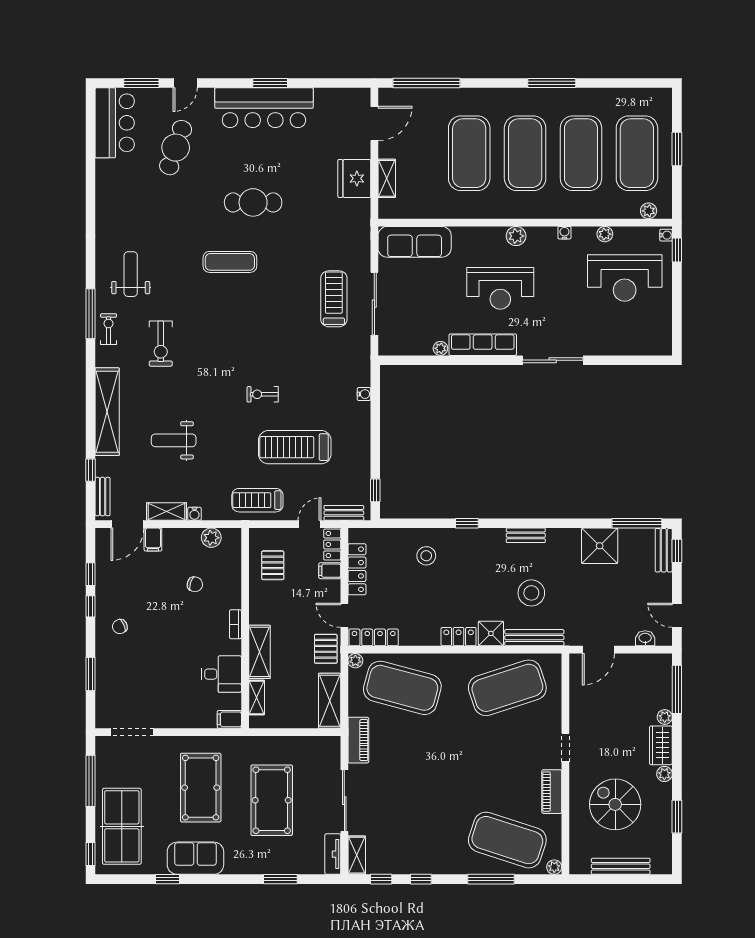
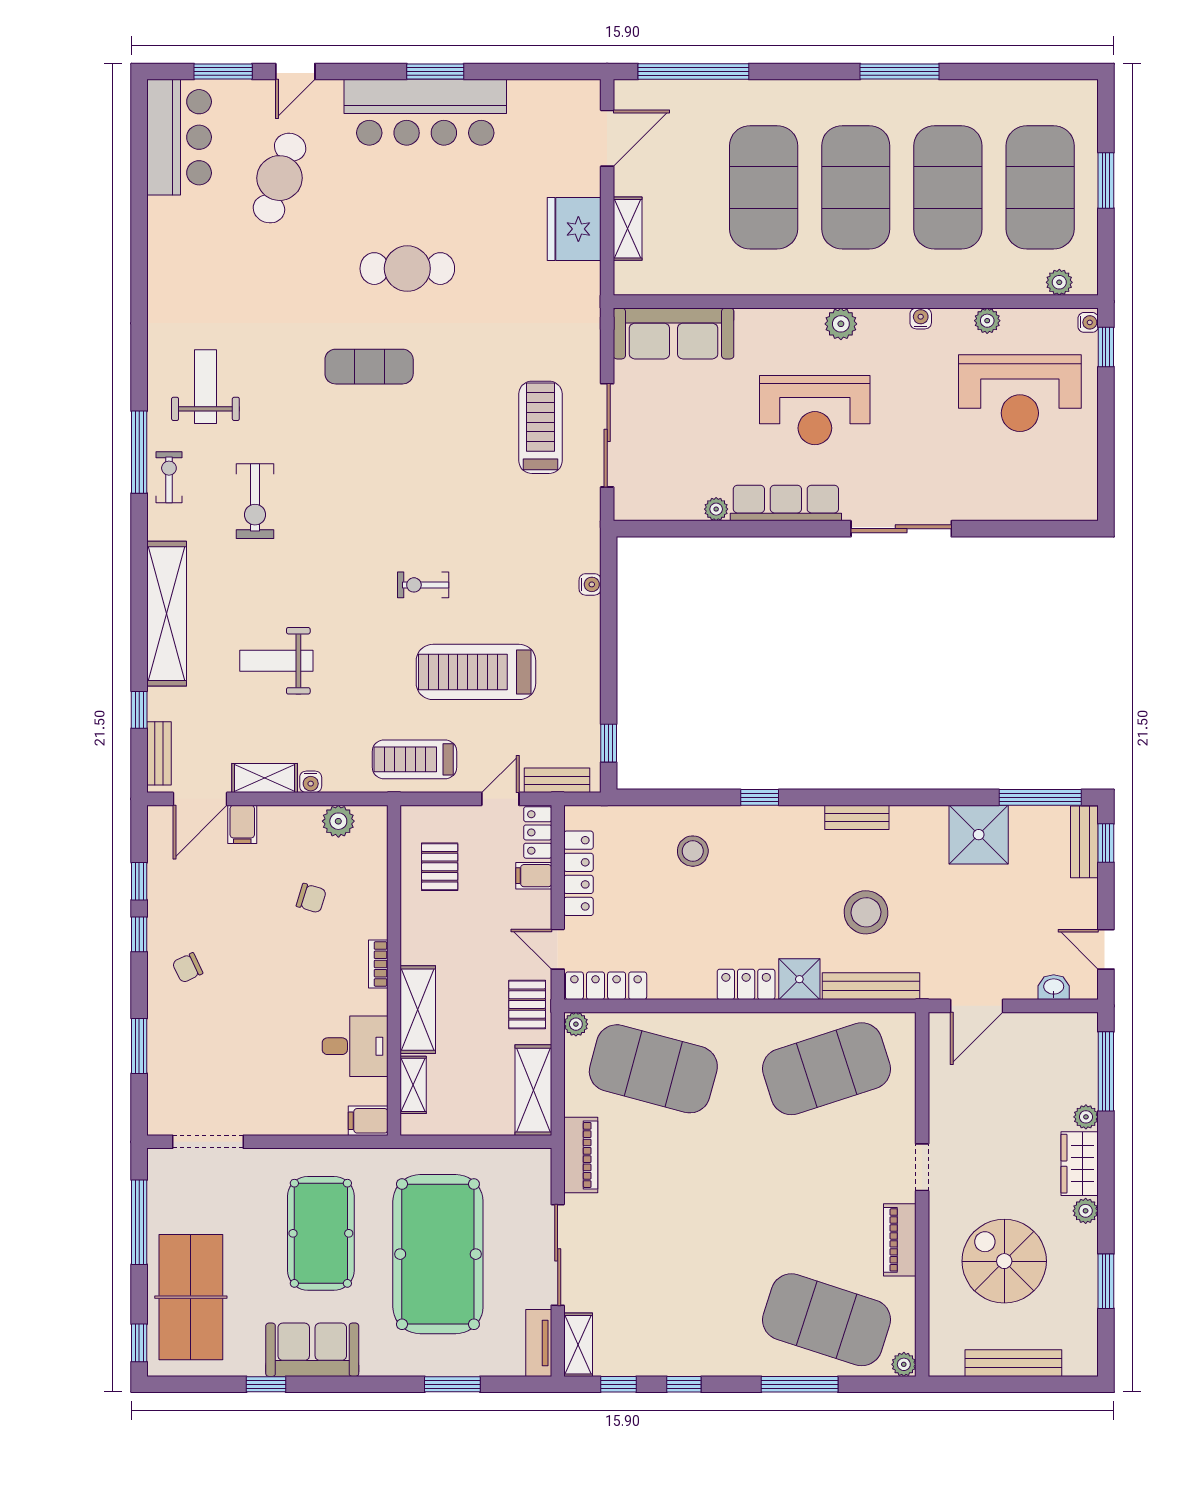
pool table: (272, 800) -> (438, 1254), width x1.36, depth x1.32

